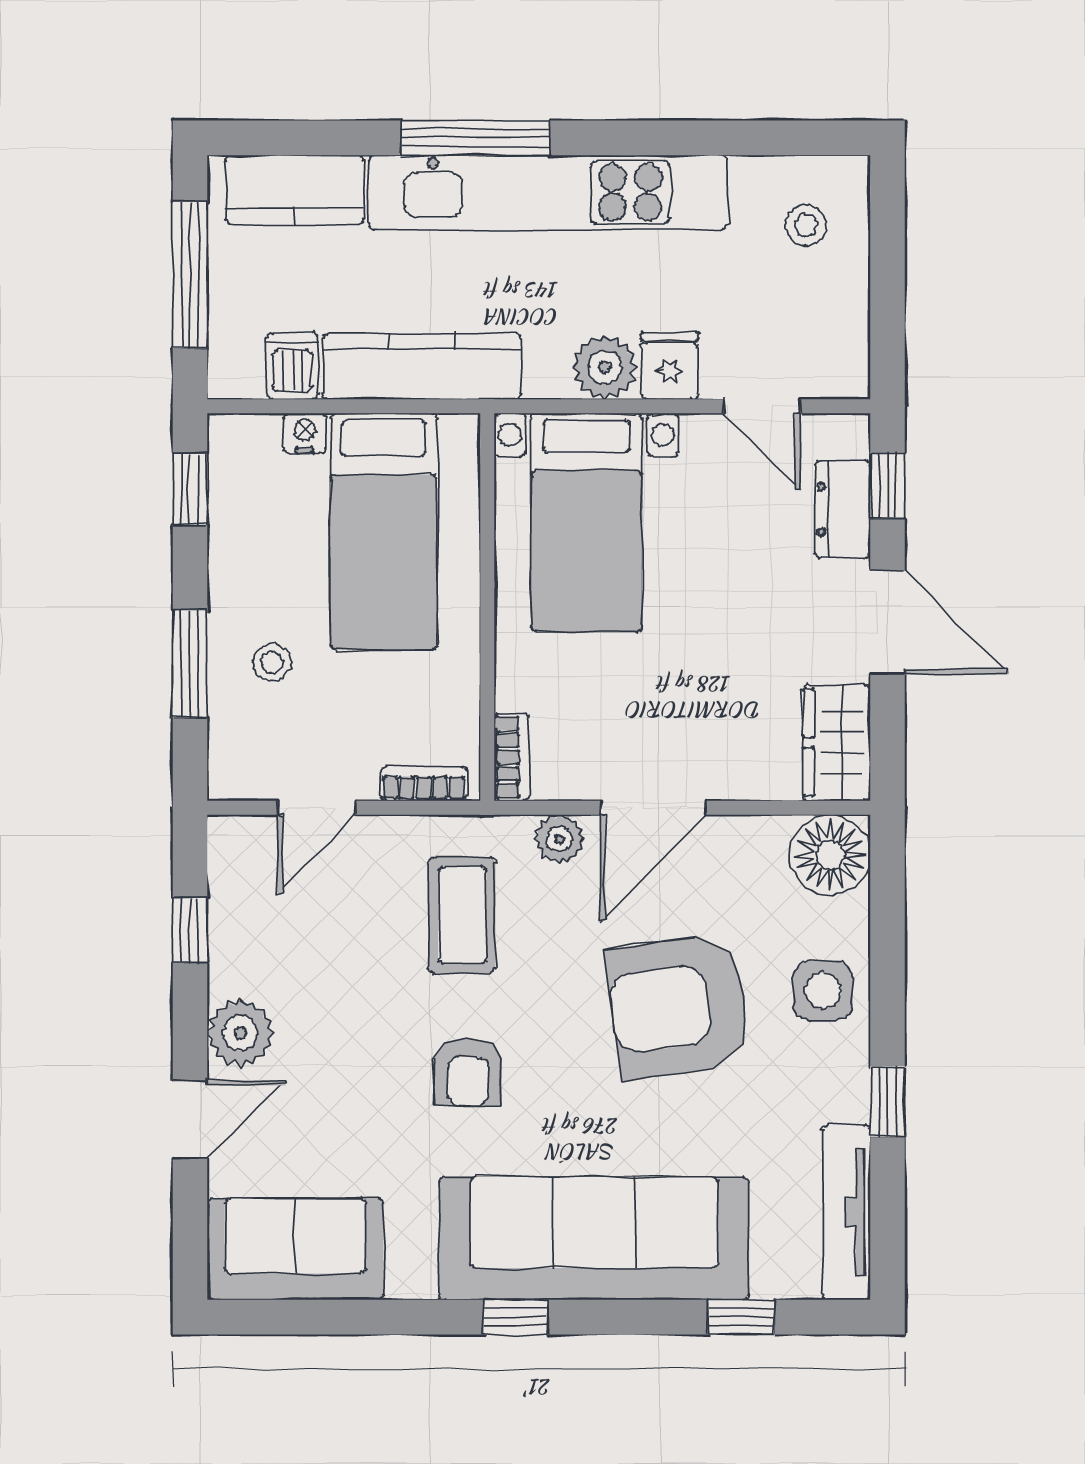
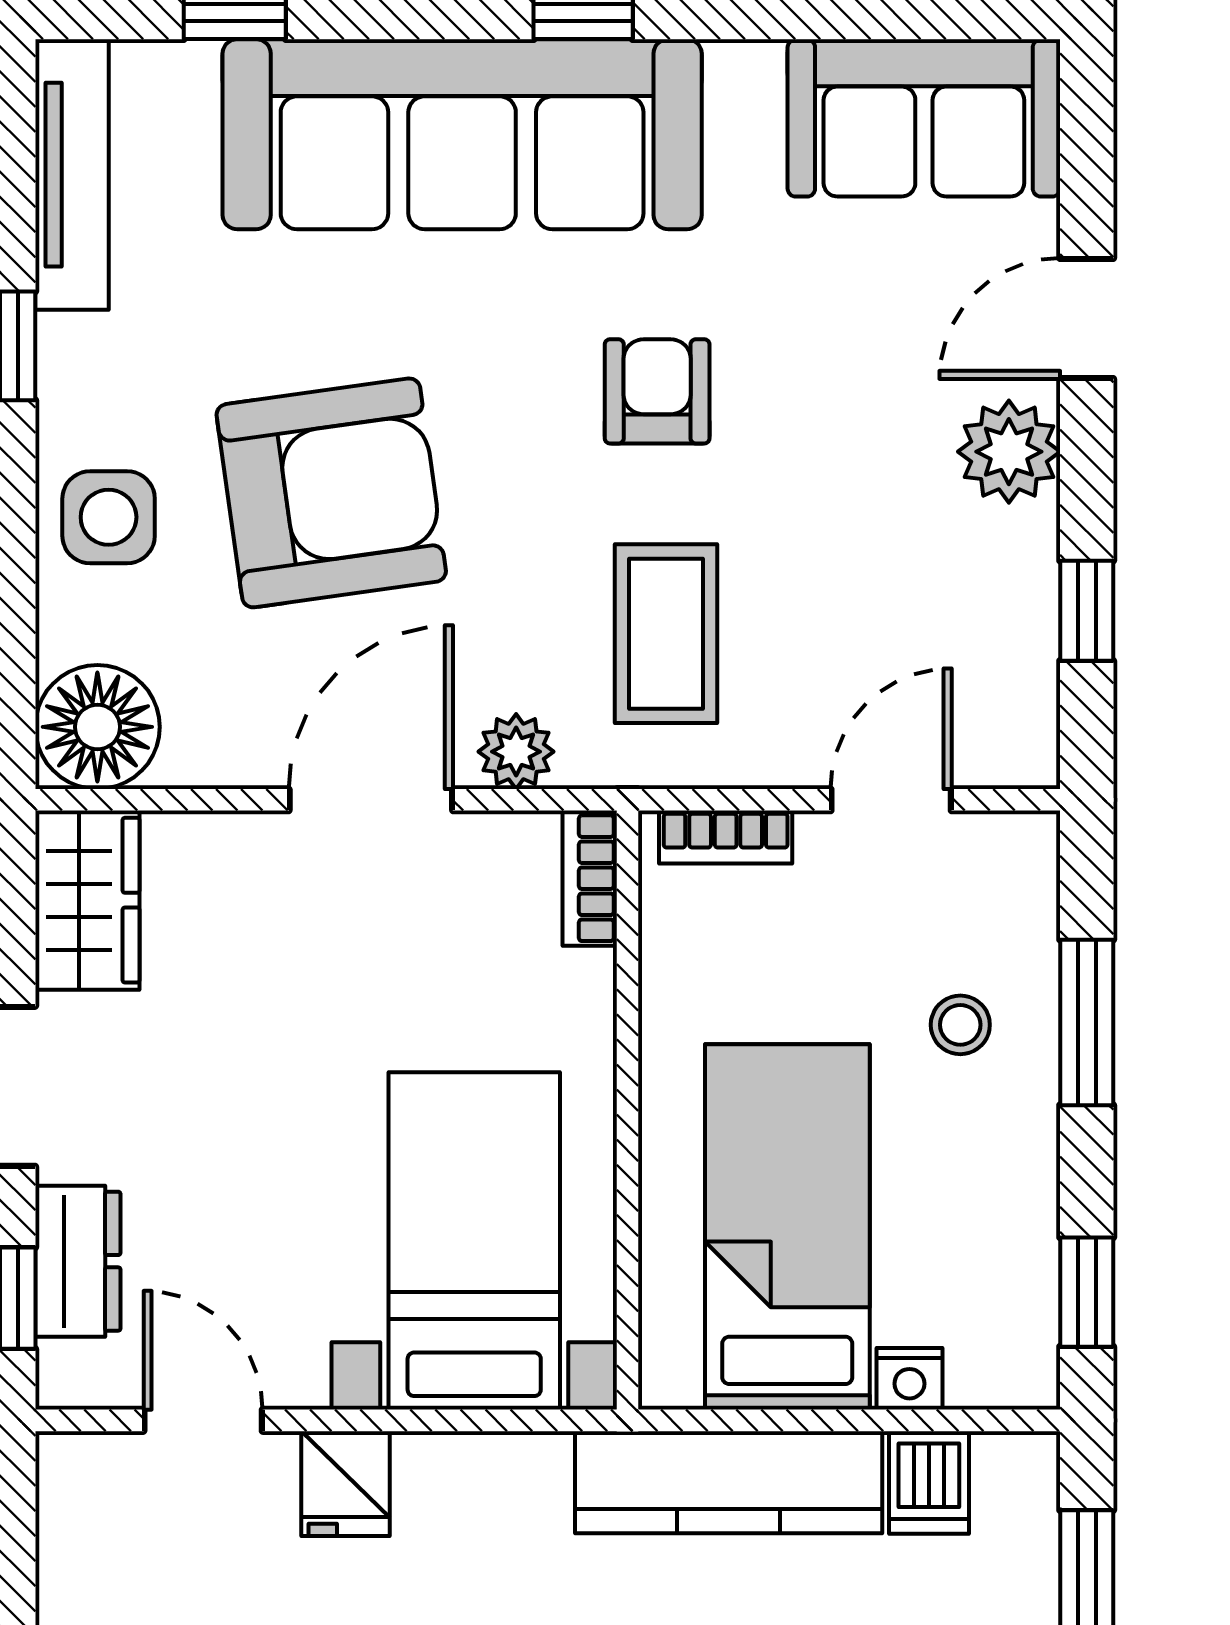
plant: (605, 367) -> (446, 1480), removed

